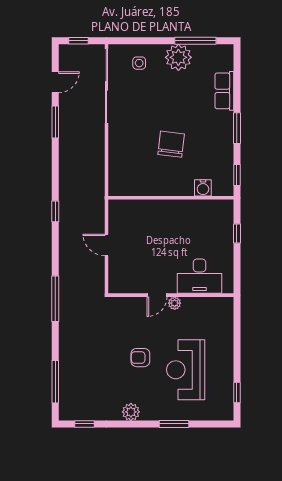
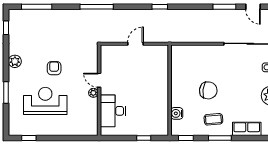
coffee table: (211, 137) -> (213, 119), added

